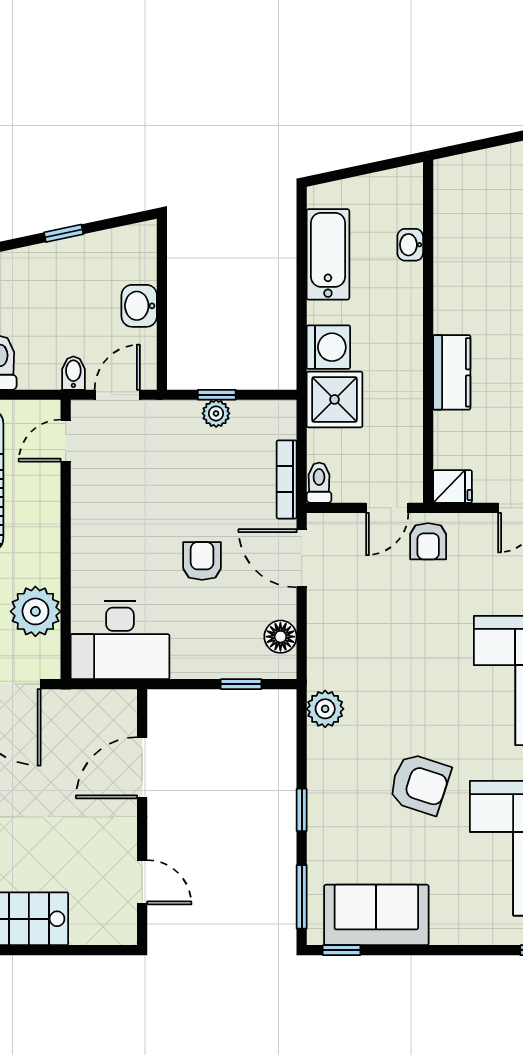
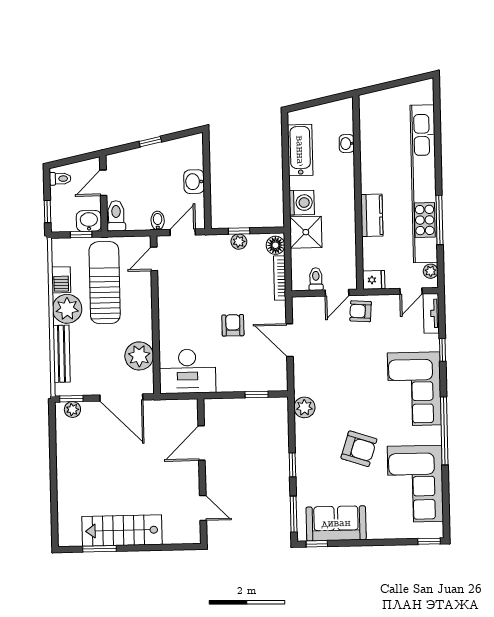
toilet: (319, 483) -> (316, 279), moved
armchair: (428, 541) -> (361, 311), turned 94
door: (302, 558) -> (290, 340), moved
floor lamp: (280, 637) -> (275, 245), moved

